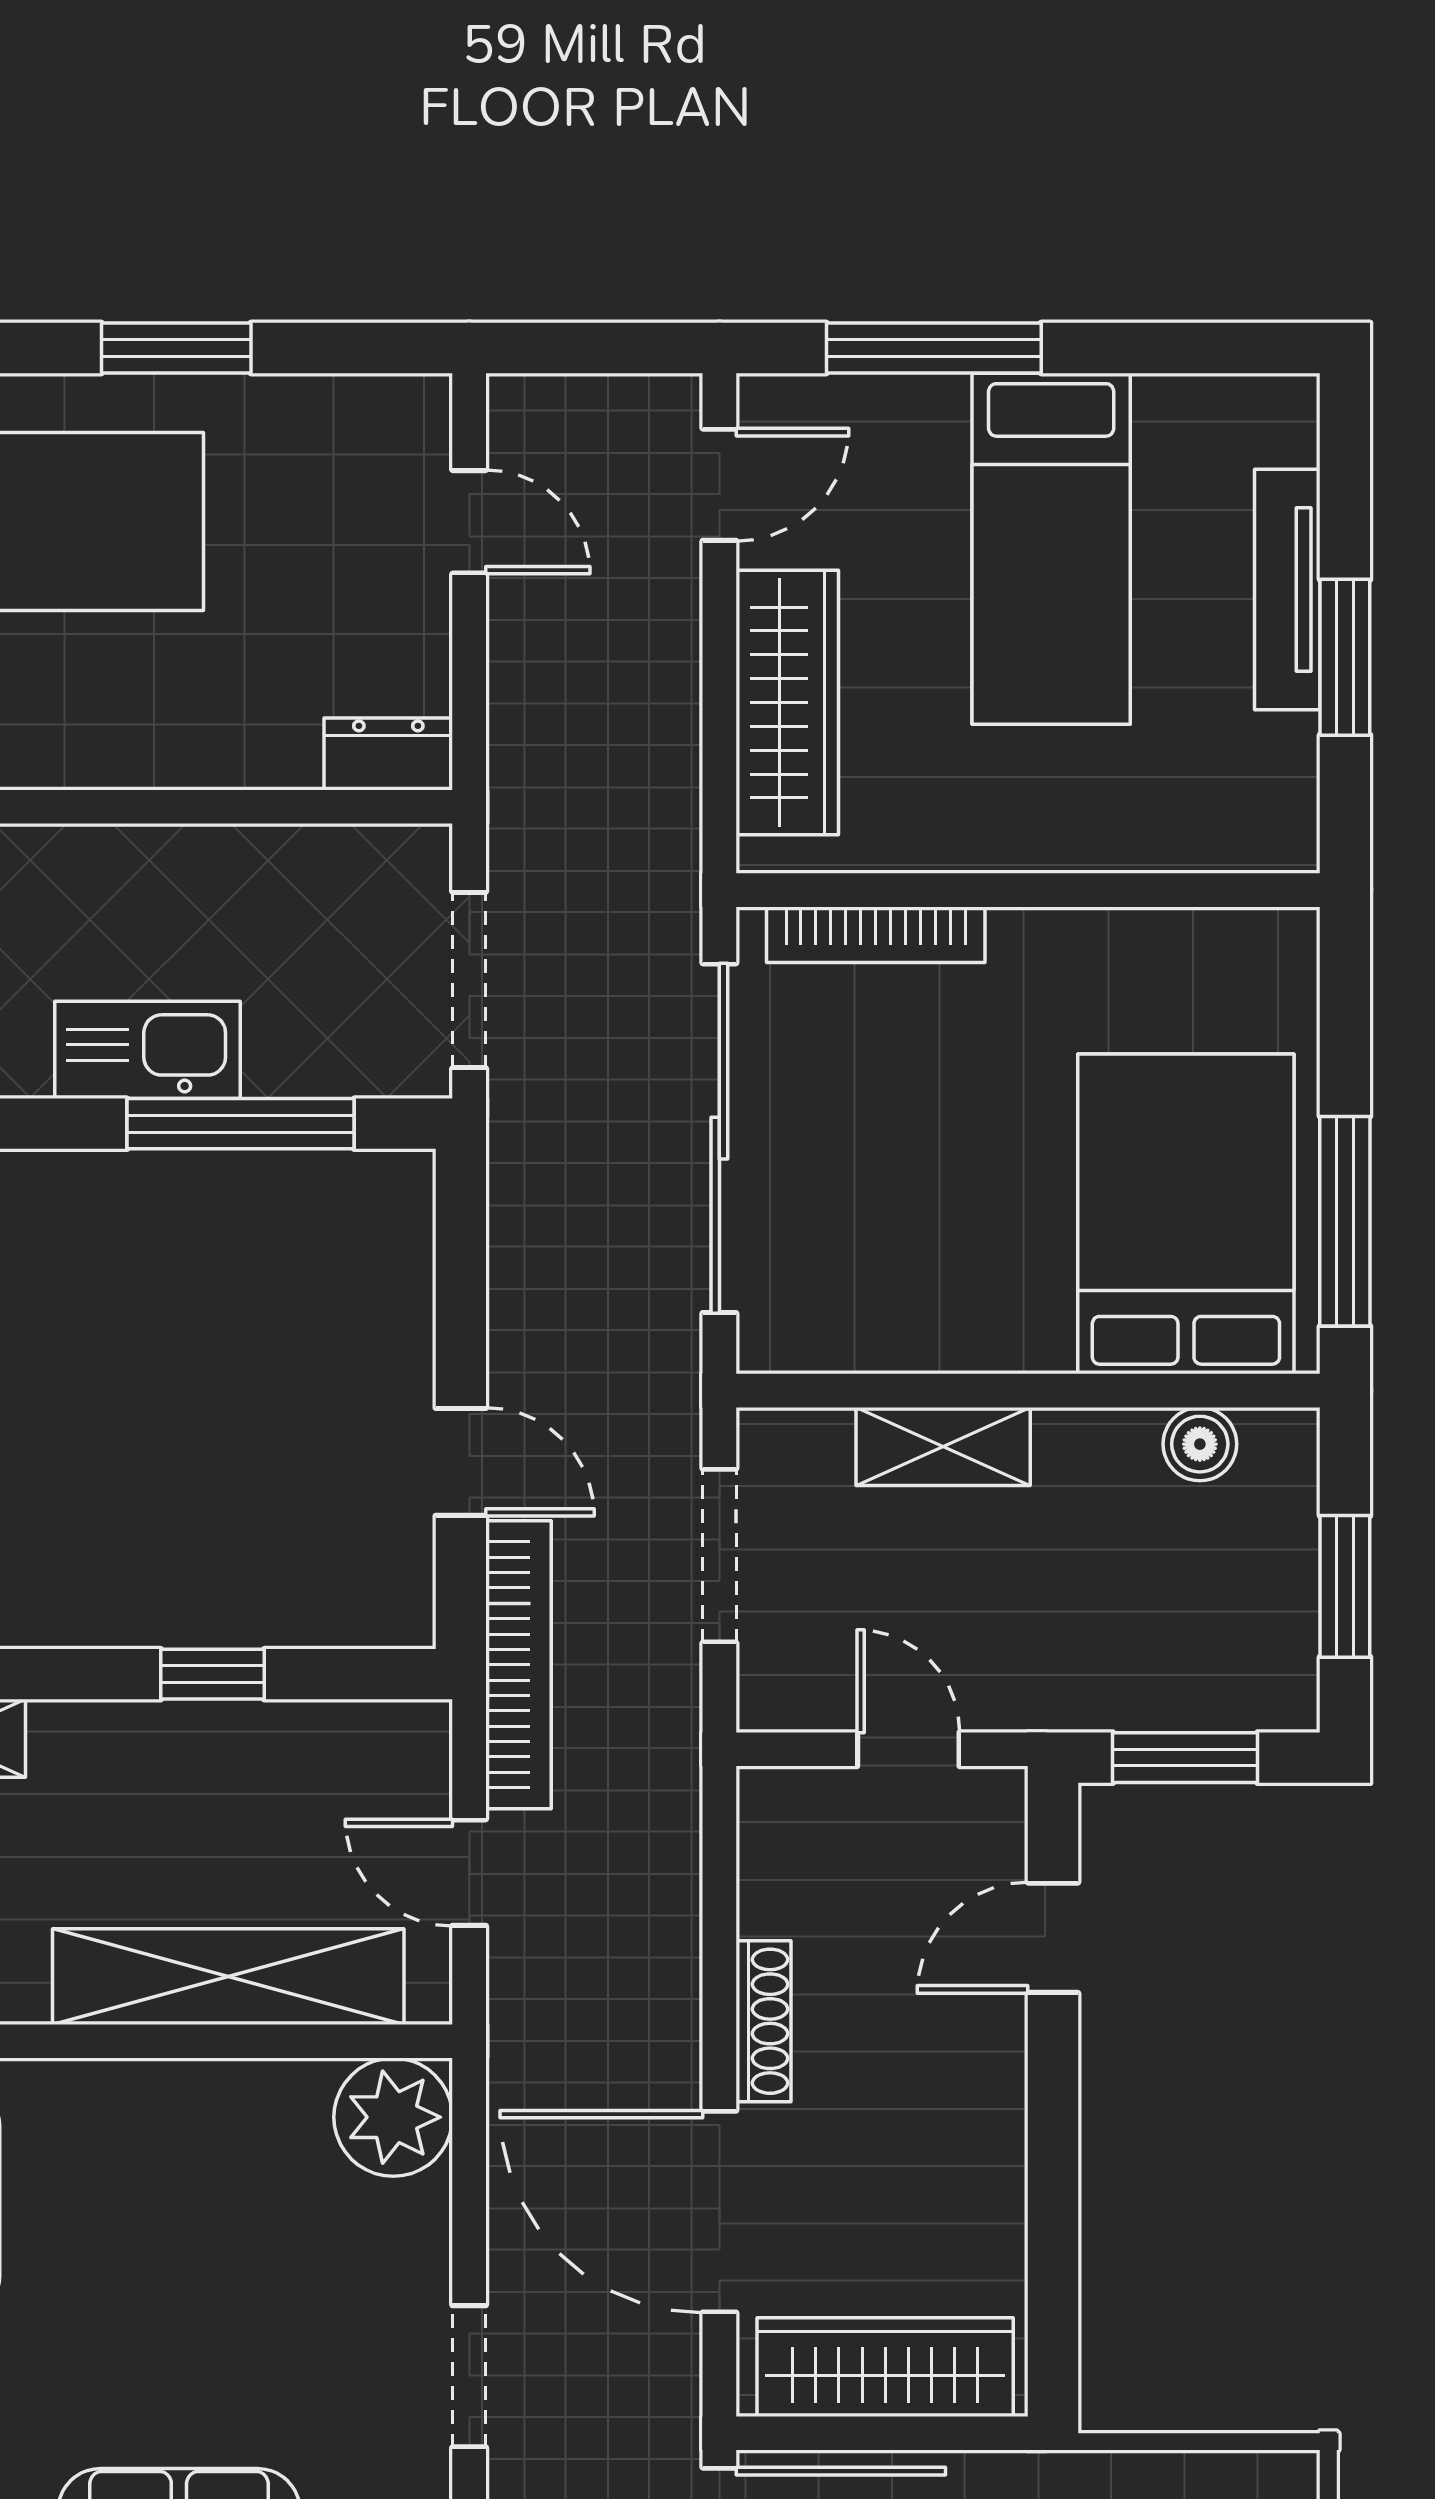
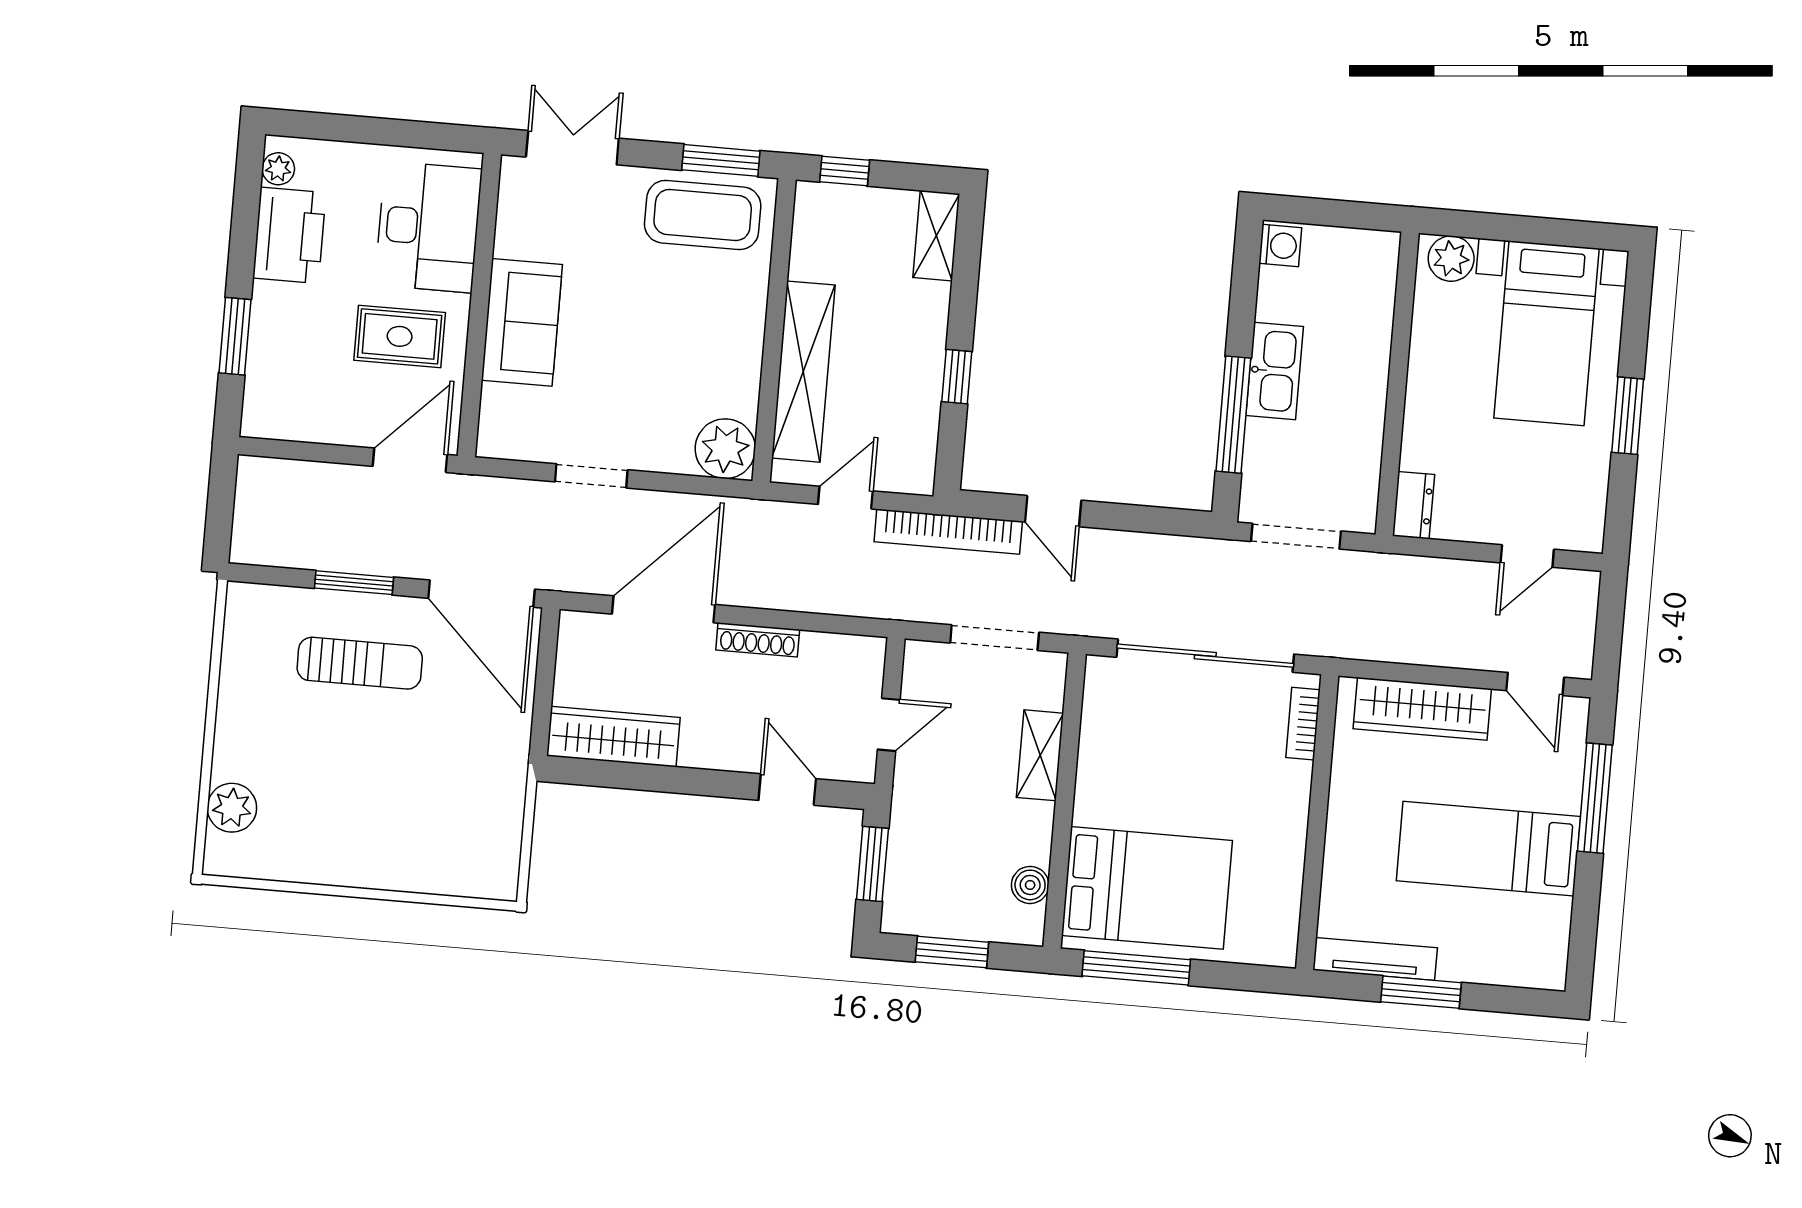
tv unit: (1287, 589) -> (1375, 959), moved
bookcase: (876, 935) -> (1303, 724), width x0.64
door: (461, 1462) -> (1053, 511), hinge flipped
wardrobe: (885, 2367) -> (613, 737), moved, turned -90

